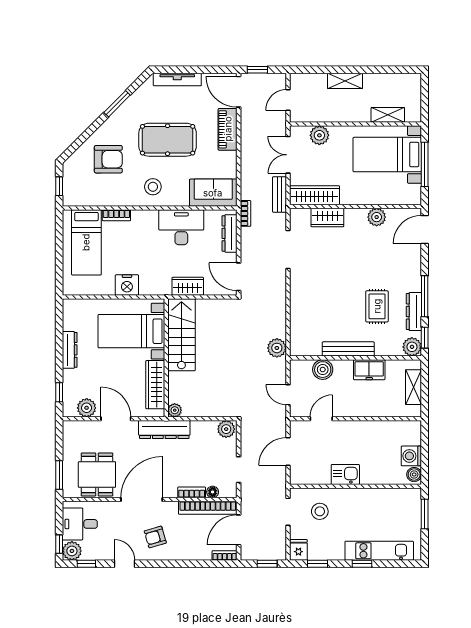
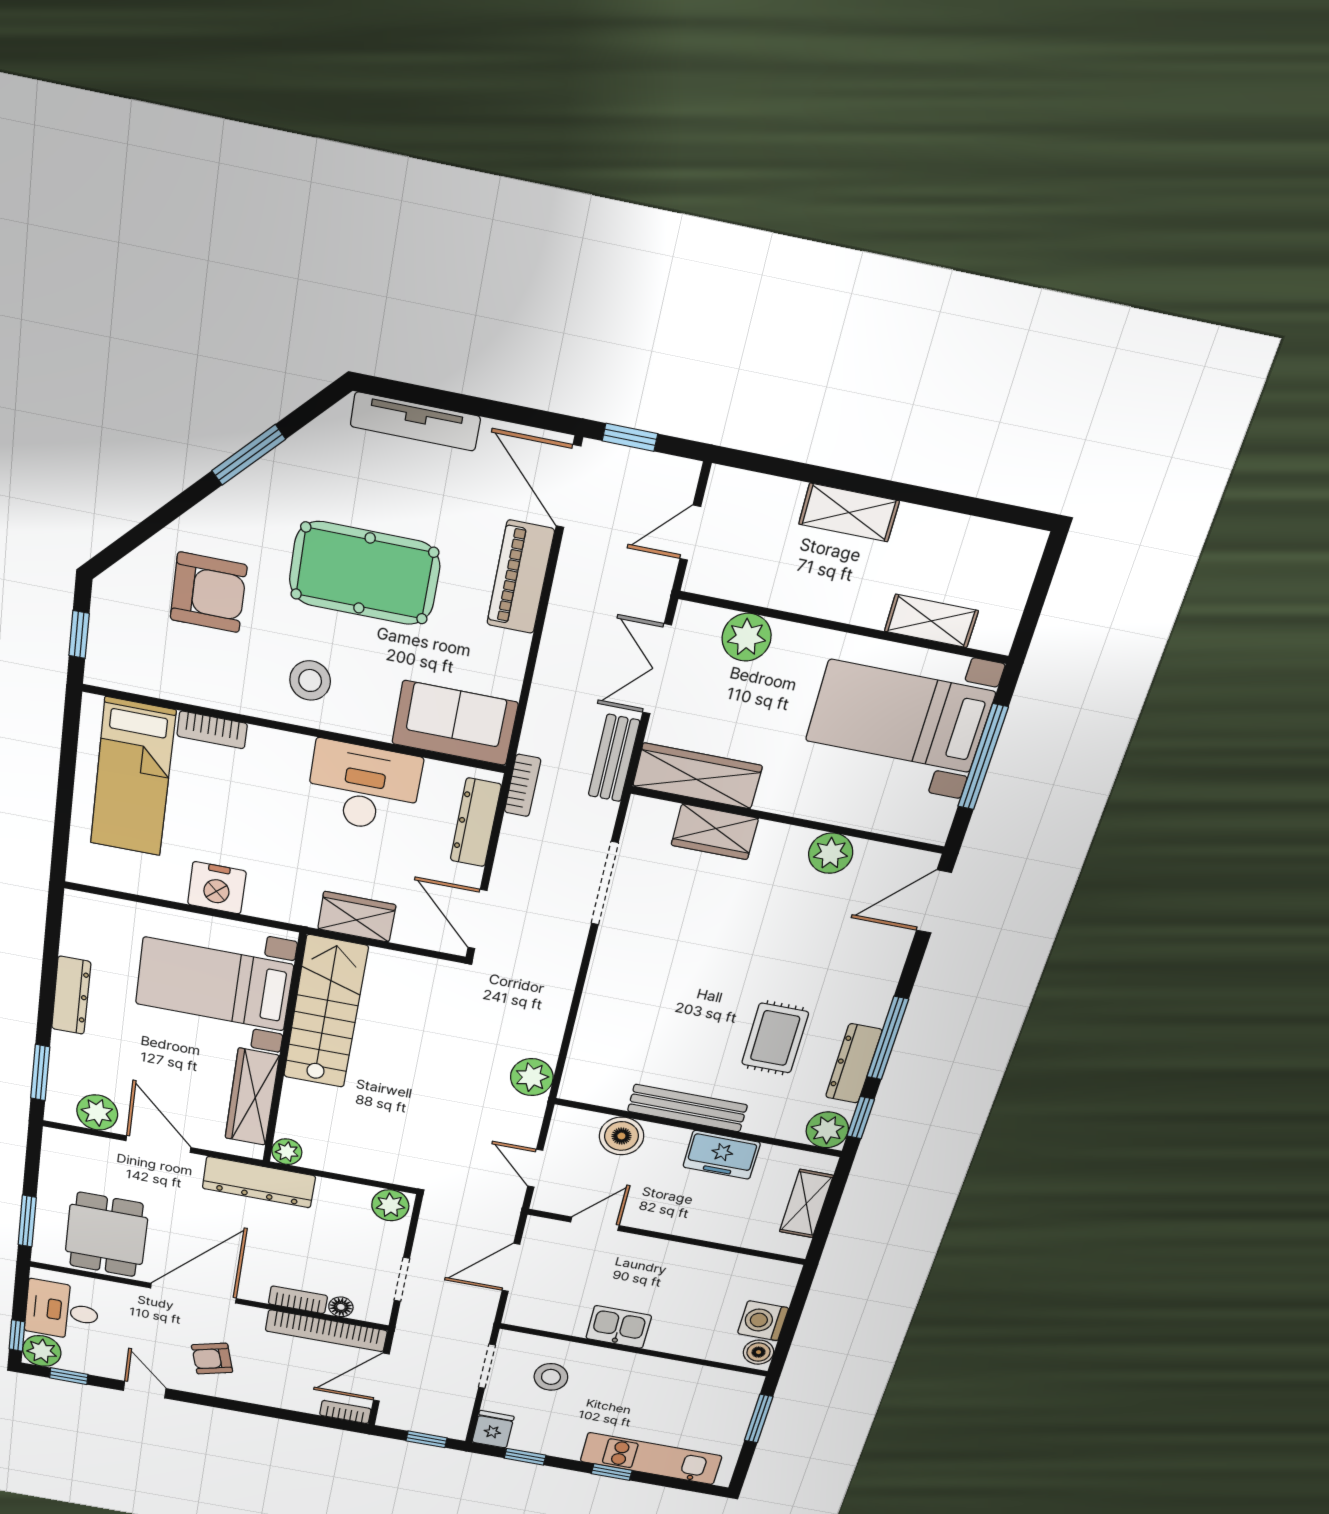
window: (59, 392) -> (40, 1073), width x1.50

